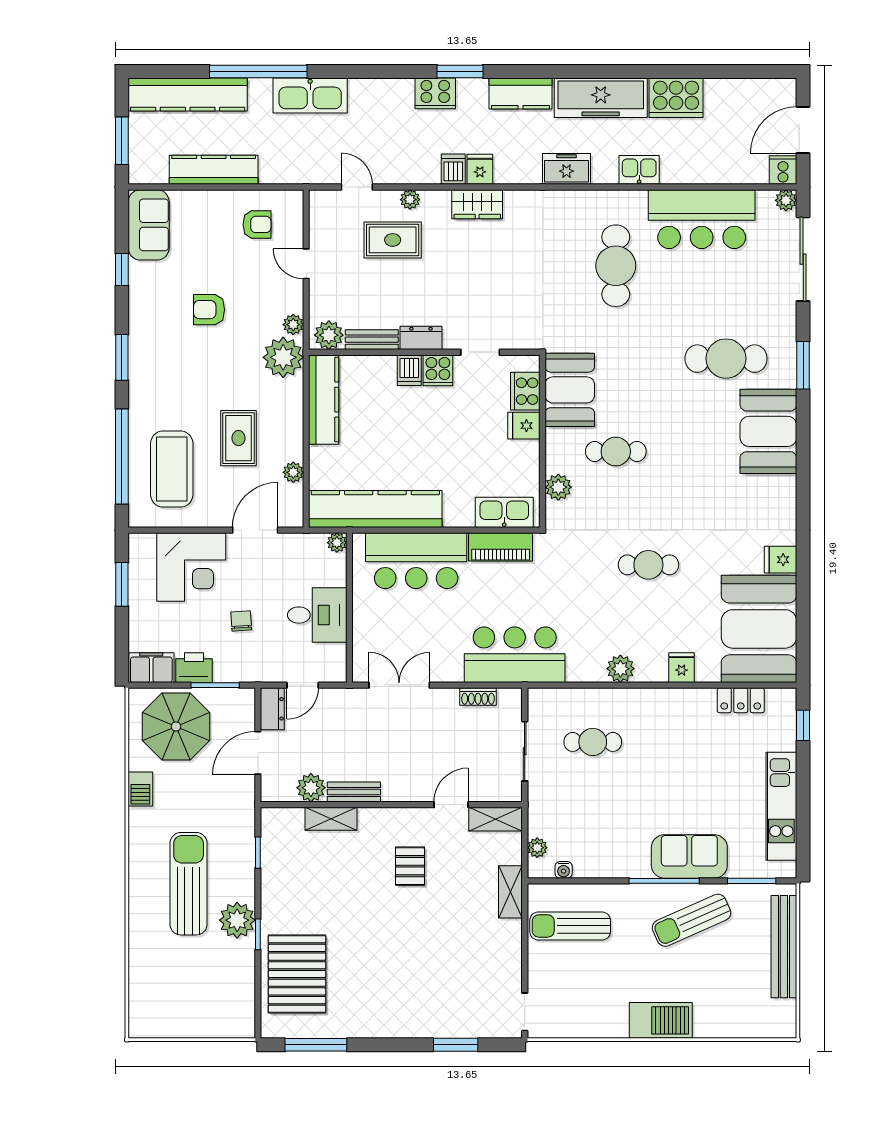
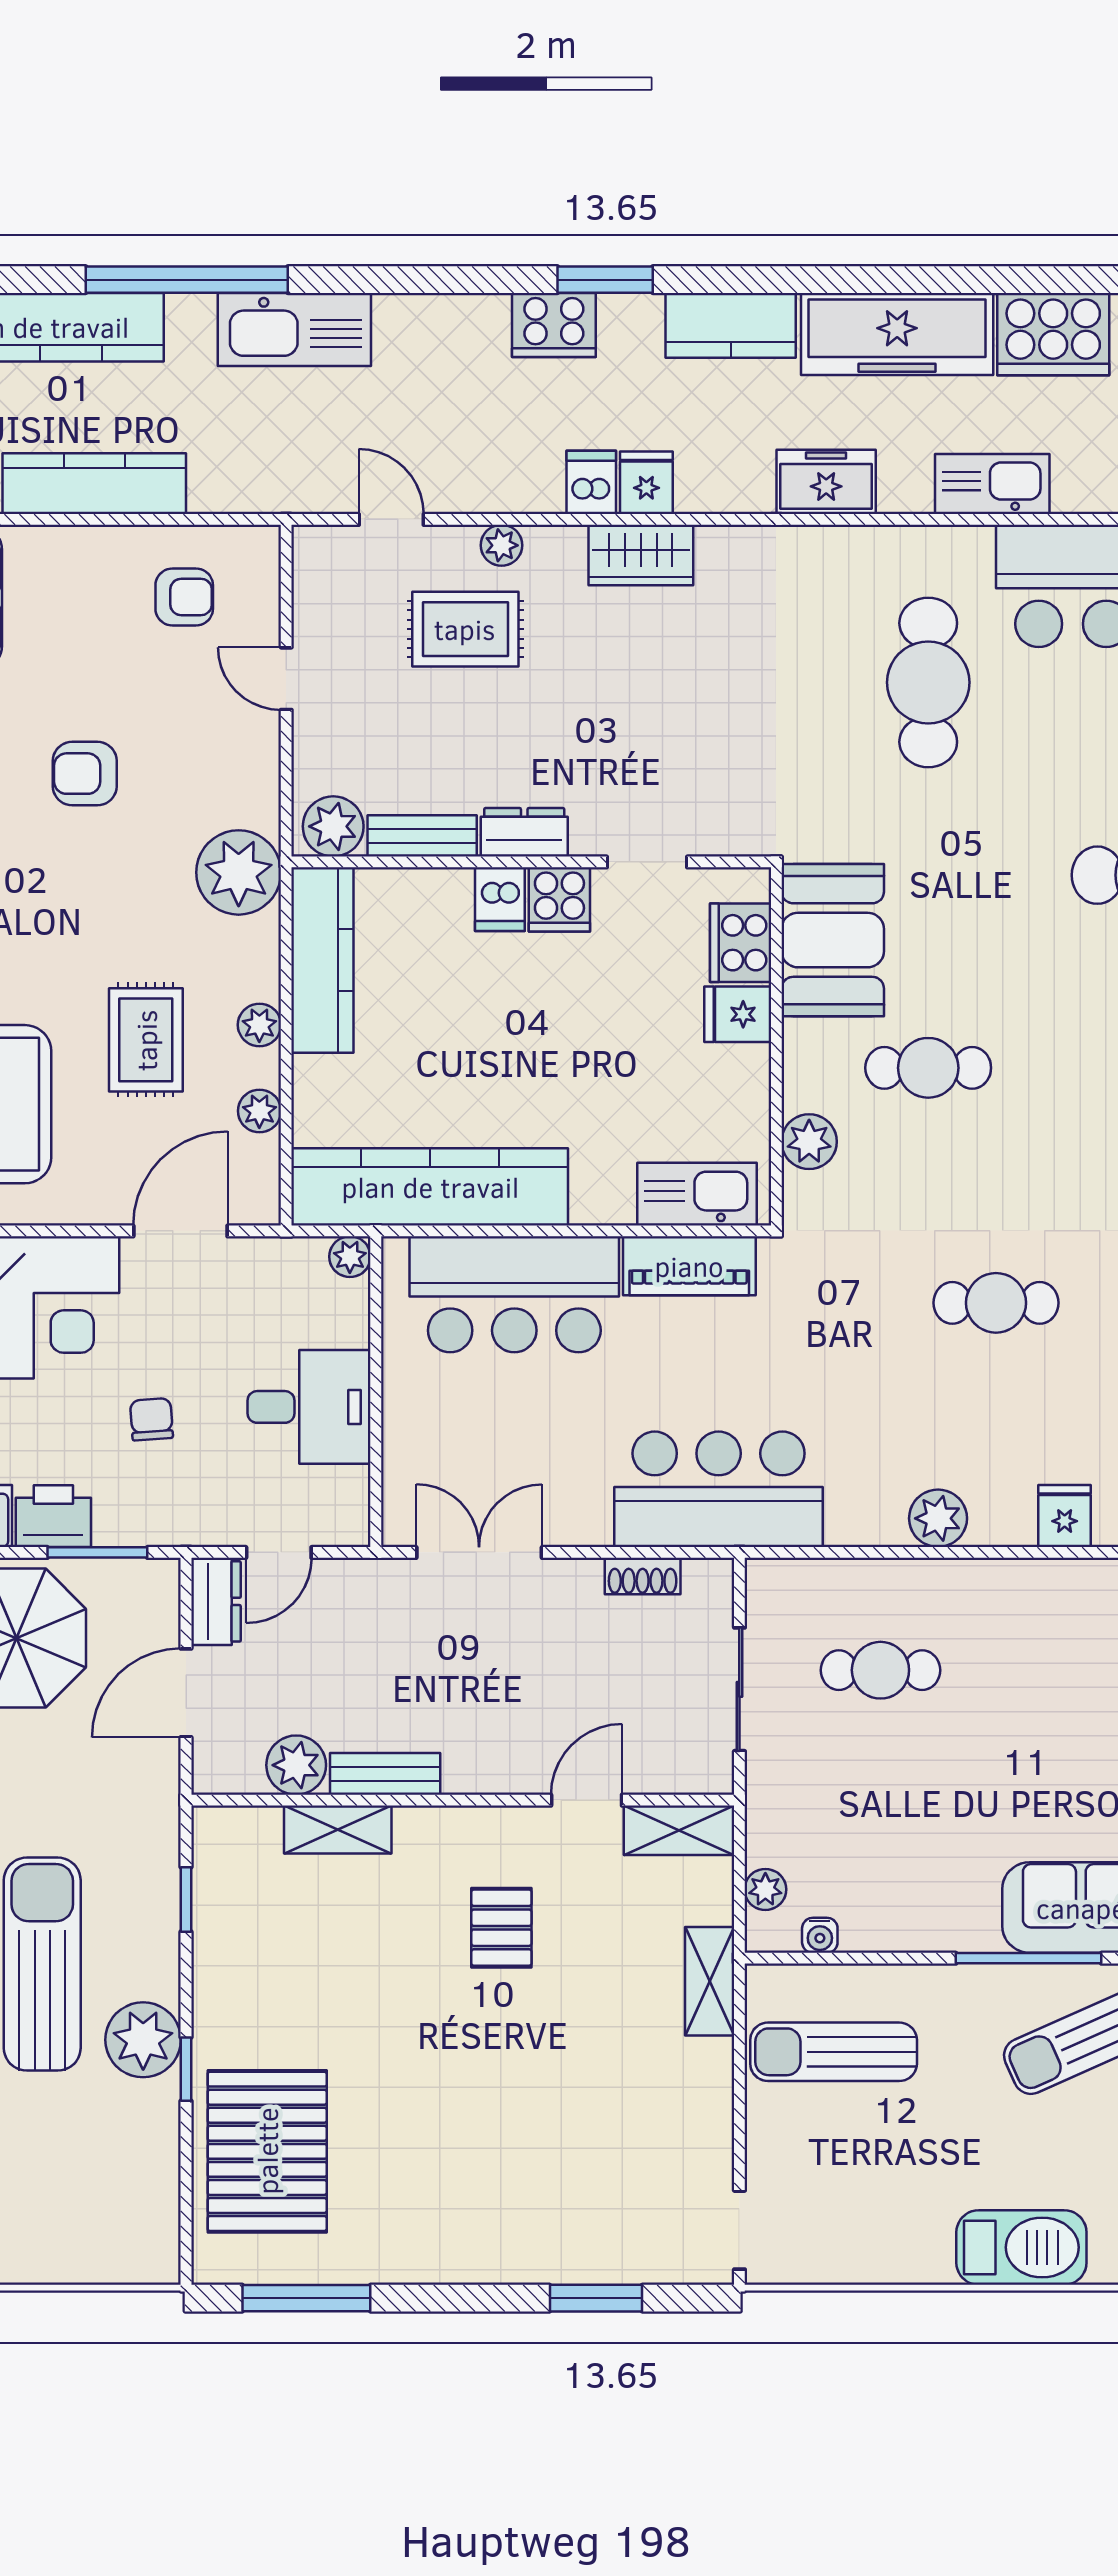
kitchen sink: (639, 170) -> (992, 484), width x1.38
plant: (293, 325) -> (259, 1025), moved

